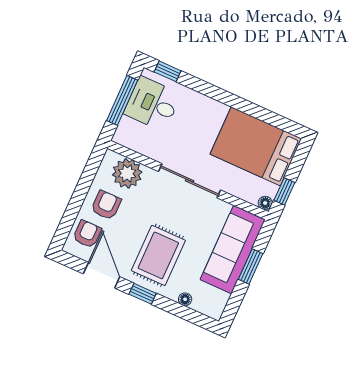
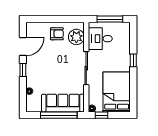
window: (168, 71) -> (133, 60), moved
desk: (152, 104) -> (100, 39), moved, turned -90
armchair: (87, 234) -> (39, 31), removed
rug: (158, 255) -> (44, 69), removed
window: (251, 266) -> (59, 115), width x2.11

